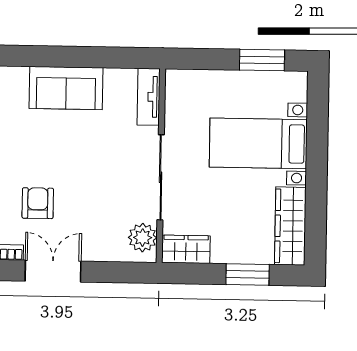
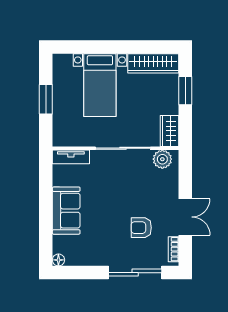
window: (262, 60) -> (46, 99), moved
double door: (53, 271) -> (185, 217), swing flipped

